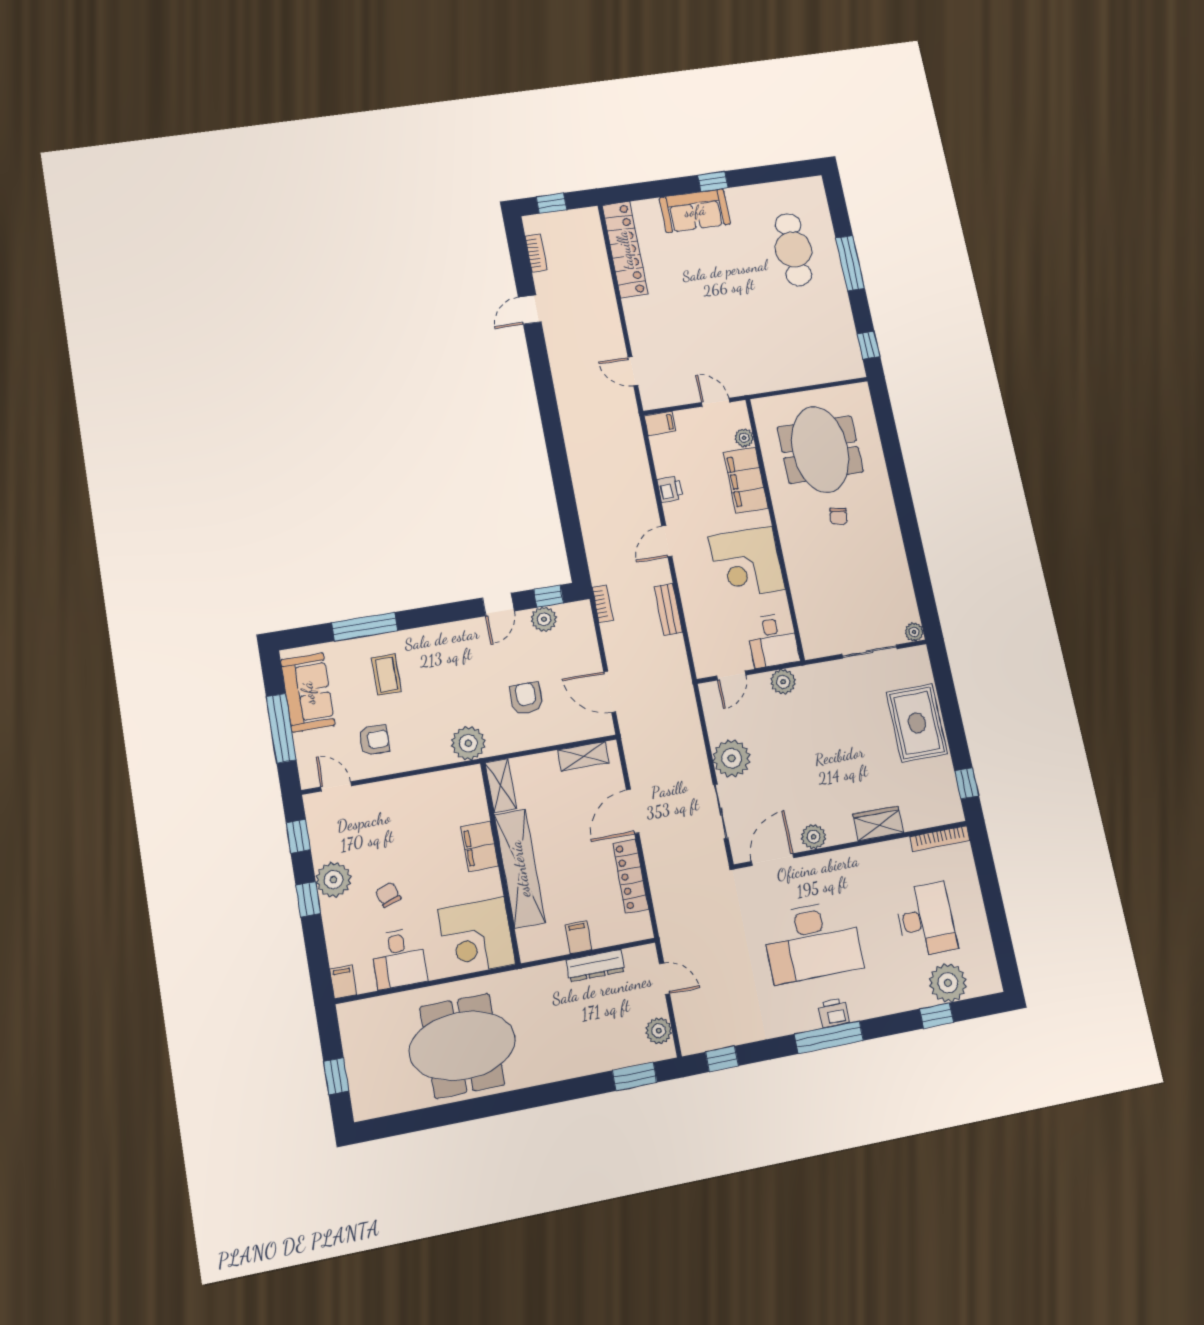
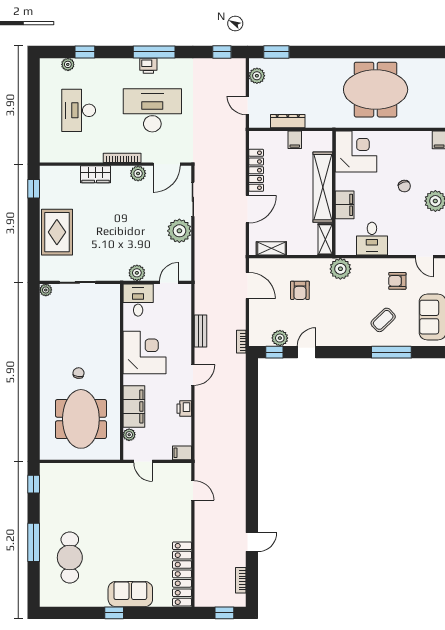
coffee table: (386, 675) -> (383, 320), turned 46
bookcase: (940, 839) -> (122, 158), moved
desk: (399, 958) -> (372, 239), moved, turned 180
plant: (948, 983) -> (68, 64), width x0.53, depth x0.53

